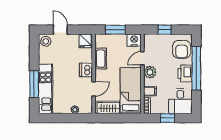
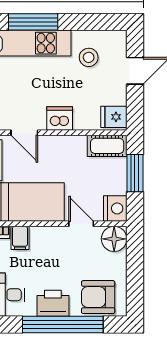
window: (165, 30) -> (135, 265), removed
stool: (46, 41) -> (89, 57), moved
floor lamp: (150, 41) -> (114, 239), added
cot: (101, 59) -> (107, 146), moved
plant: (150, 72) -> (56, 238), removed

